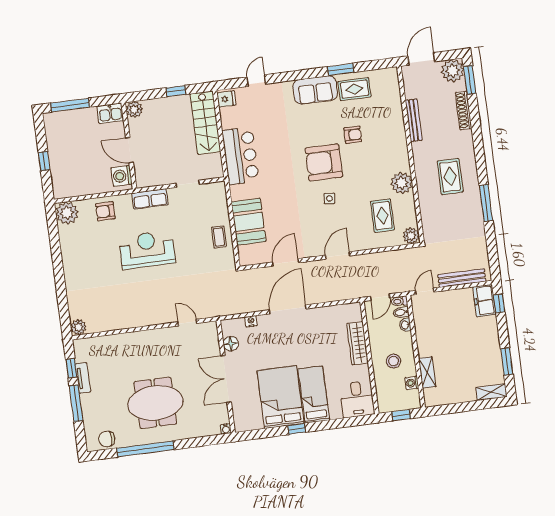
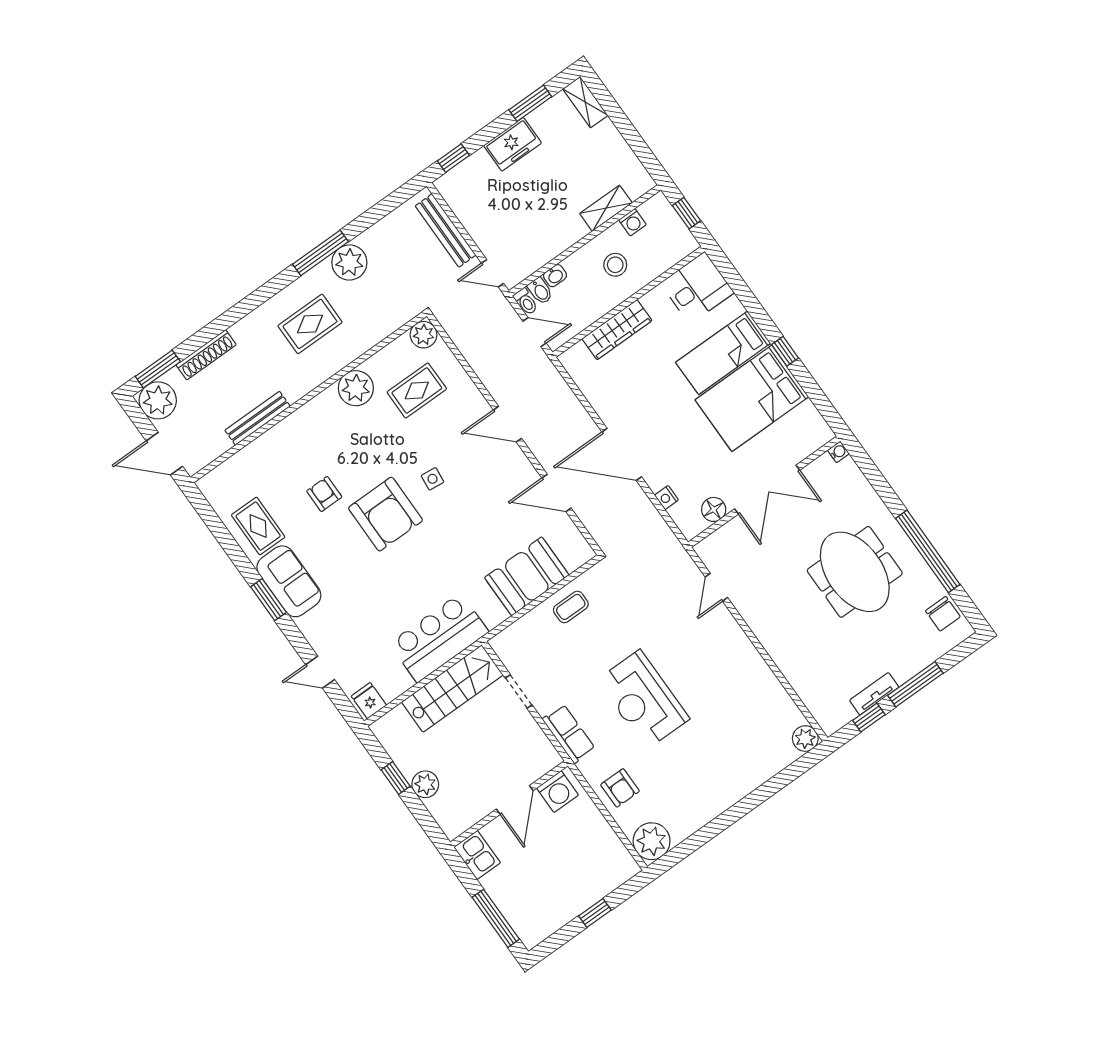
window: (341, 69) -> (268, 600), moved
plant: (134, 109) -> (425, 784), moved
stairs: (205, 123) -> (452, 688), moved
plant: (472, 216) -> (349, 263), added
freezer: (484, 301) -> (513, 144), moved

